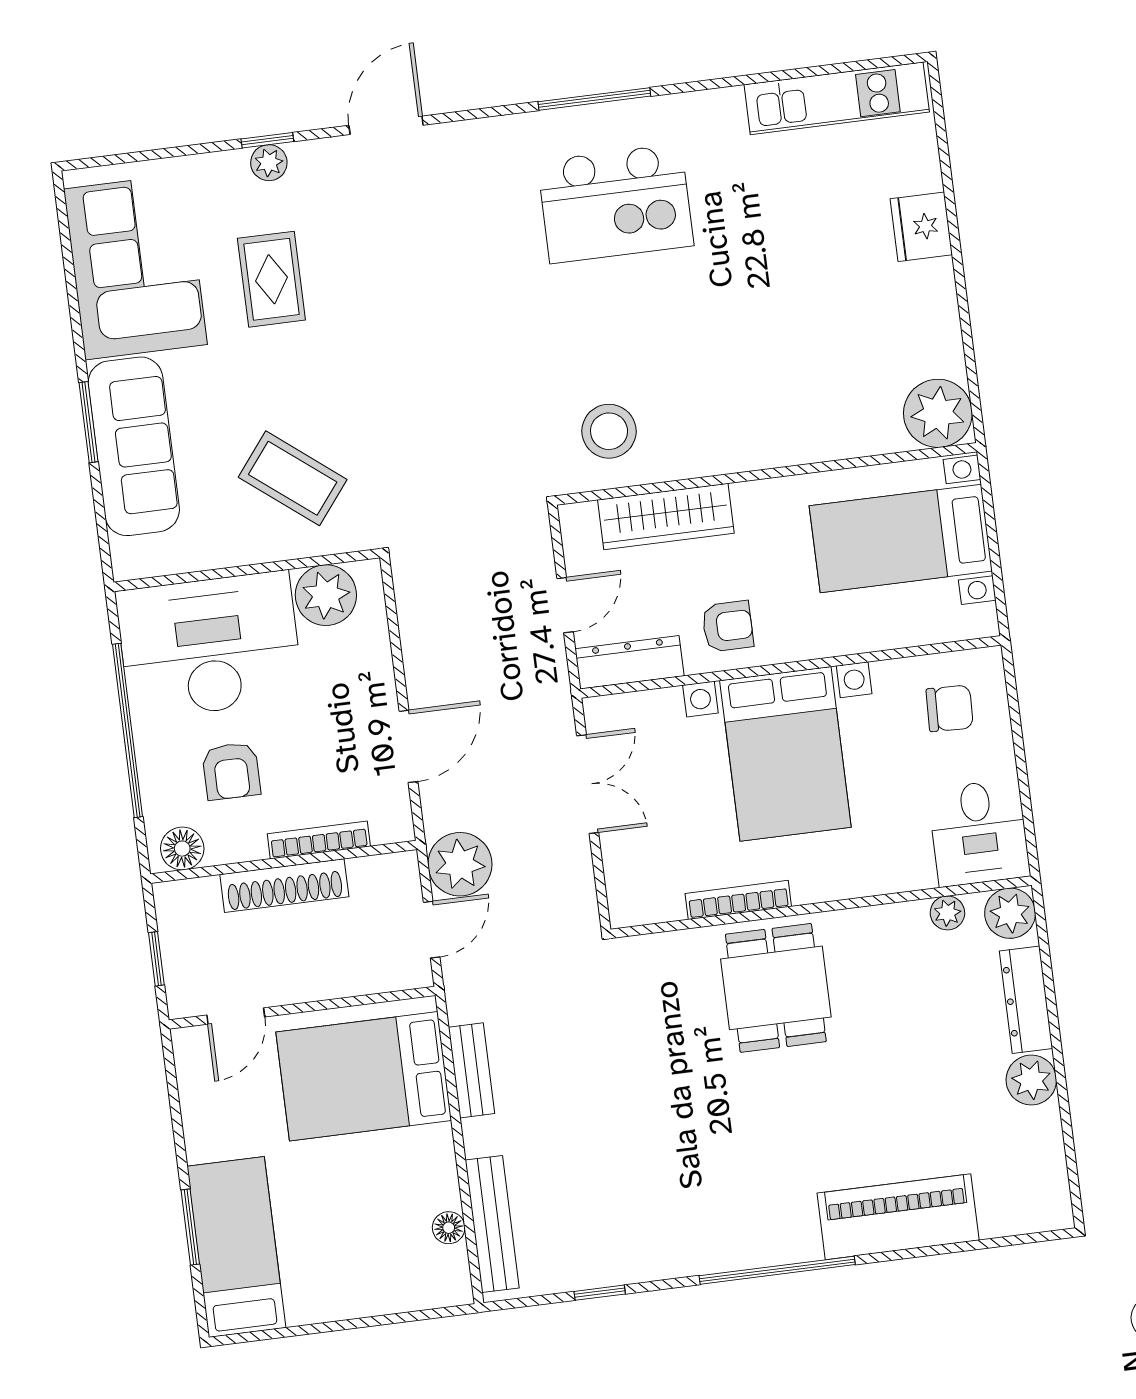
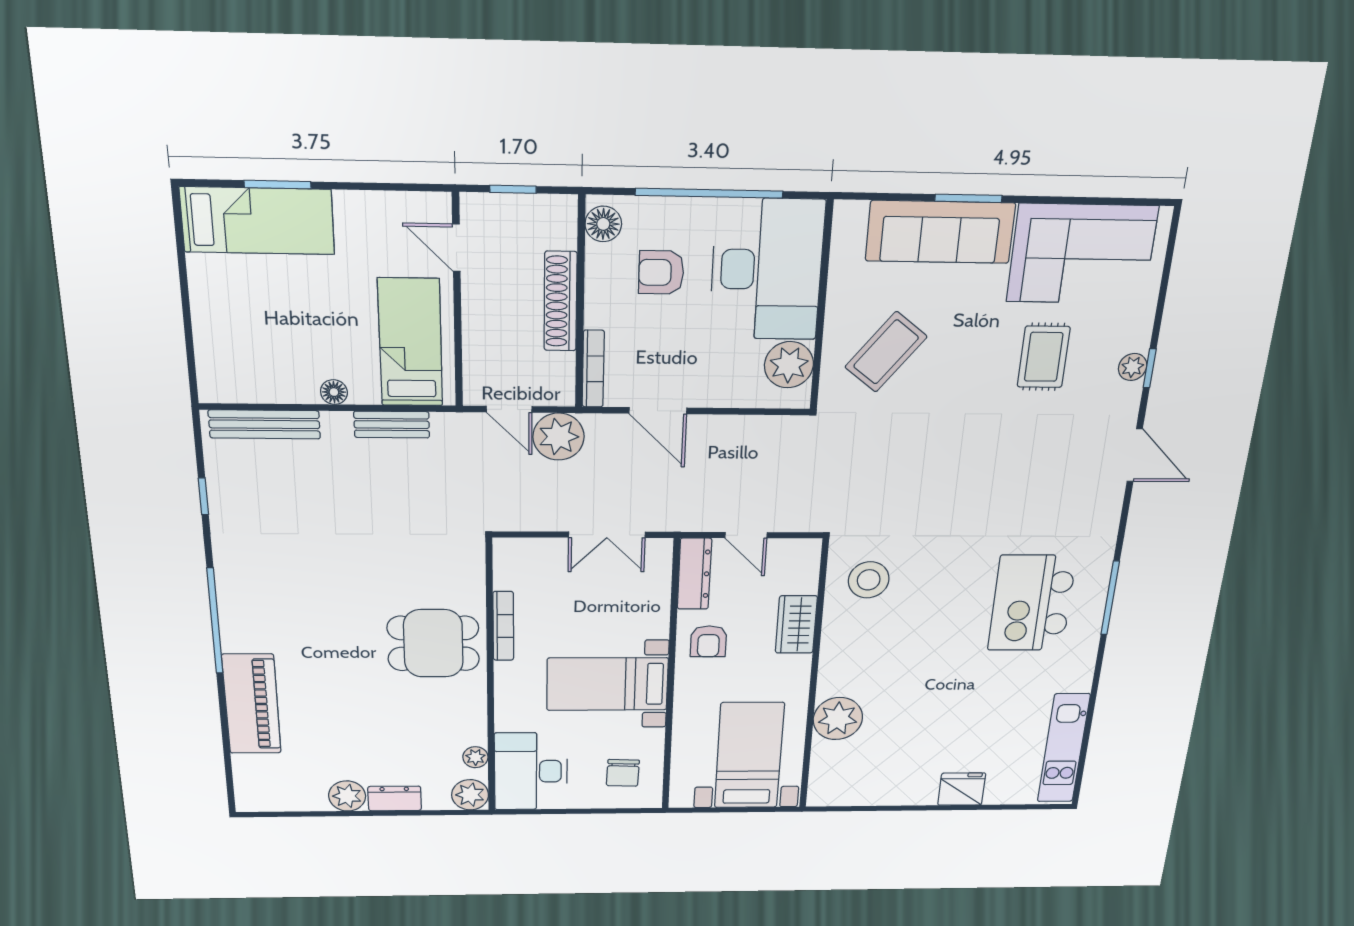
rug: (271, 279) -> (1044, 357), turned 90
plant: (938, 413) -> (838, 719), moved
wardrobe: (666, 517) -> (796, 625), width x0.67
bed with nightstands: (785, 754) -> (607, 684), width x0.73
desk: (979, 833) -> (531, 771), width x1.37
bookcase: (319, 840) -> (593, 369), moved
dresser: (1026, 1000) -> (395, 798), width x0.70
bed: (364, 1076) -> (410, 343), width x0.67
floor lamp: (449, 1228) -> (334, 392), moved

